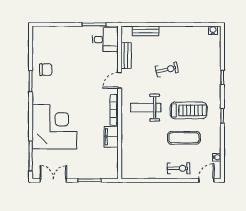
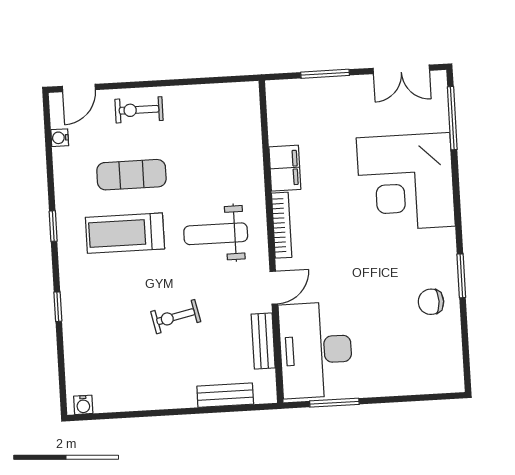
desk: (105, 39) -> (316, 350), width x1.87, depth x1.30
weight bench: (146, 108) -> (216, 234), turned 180

